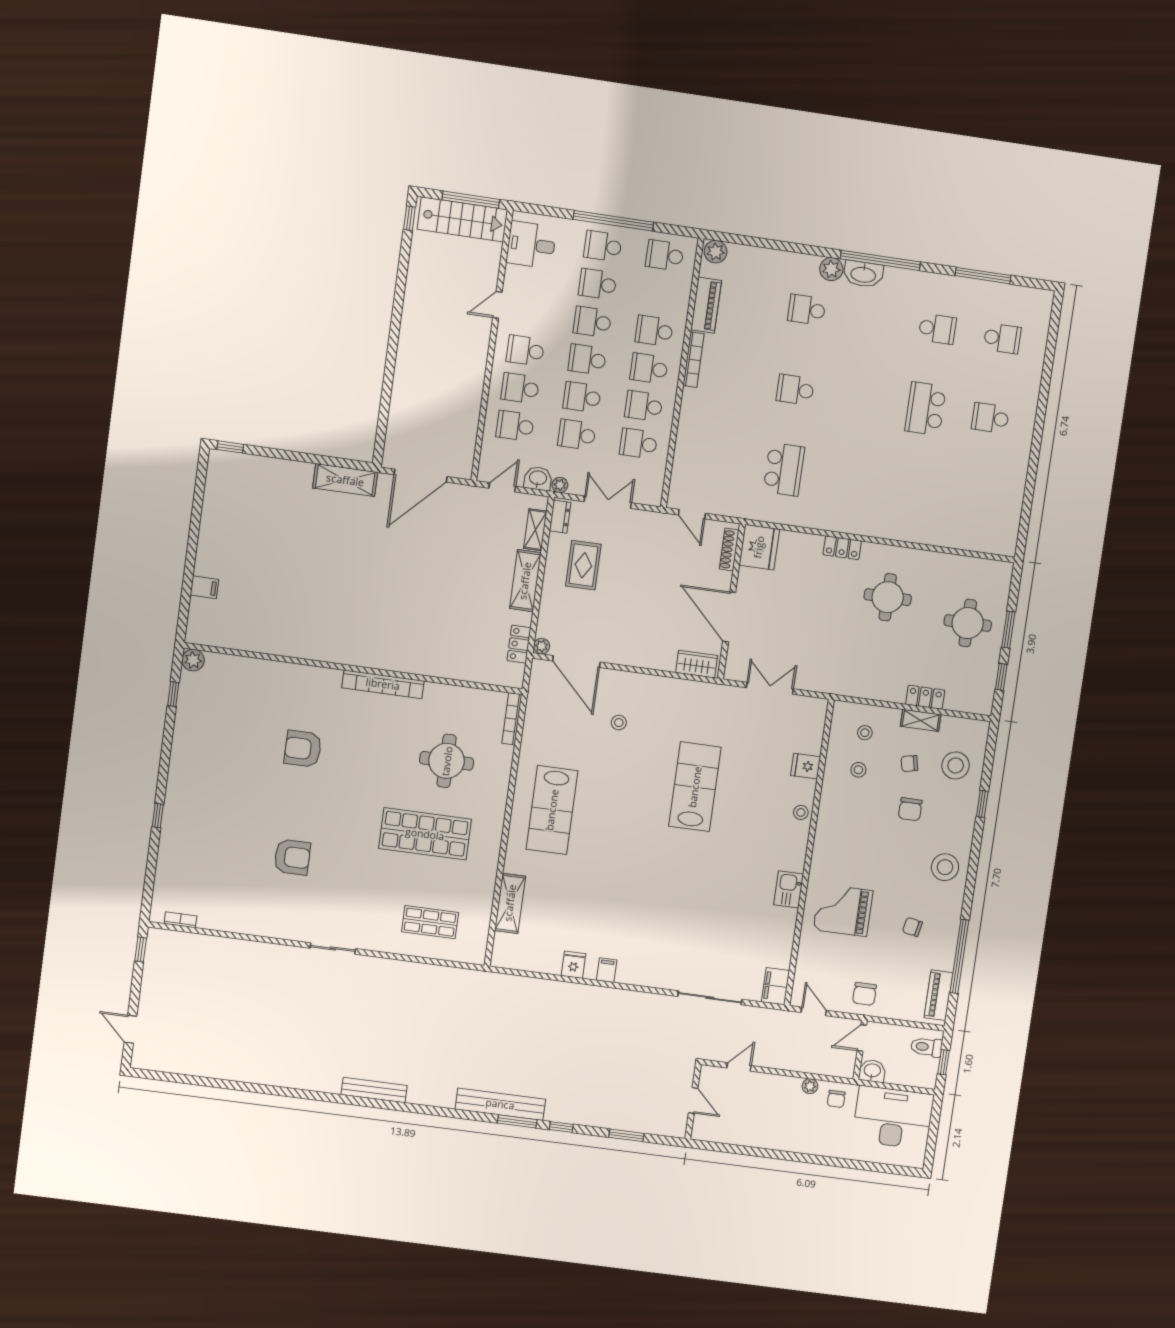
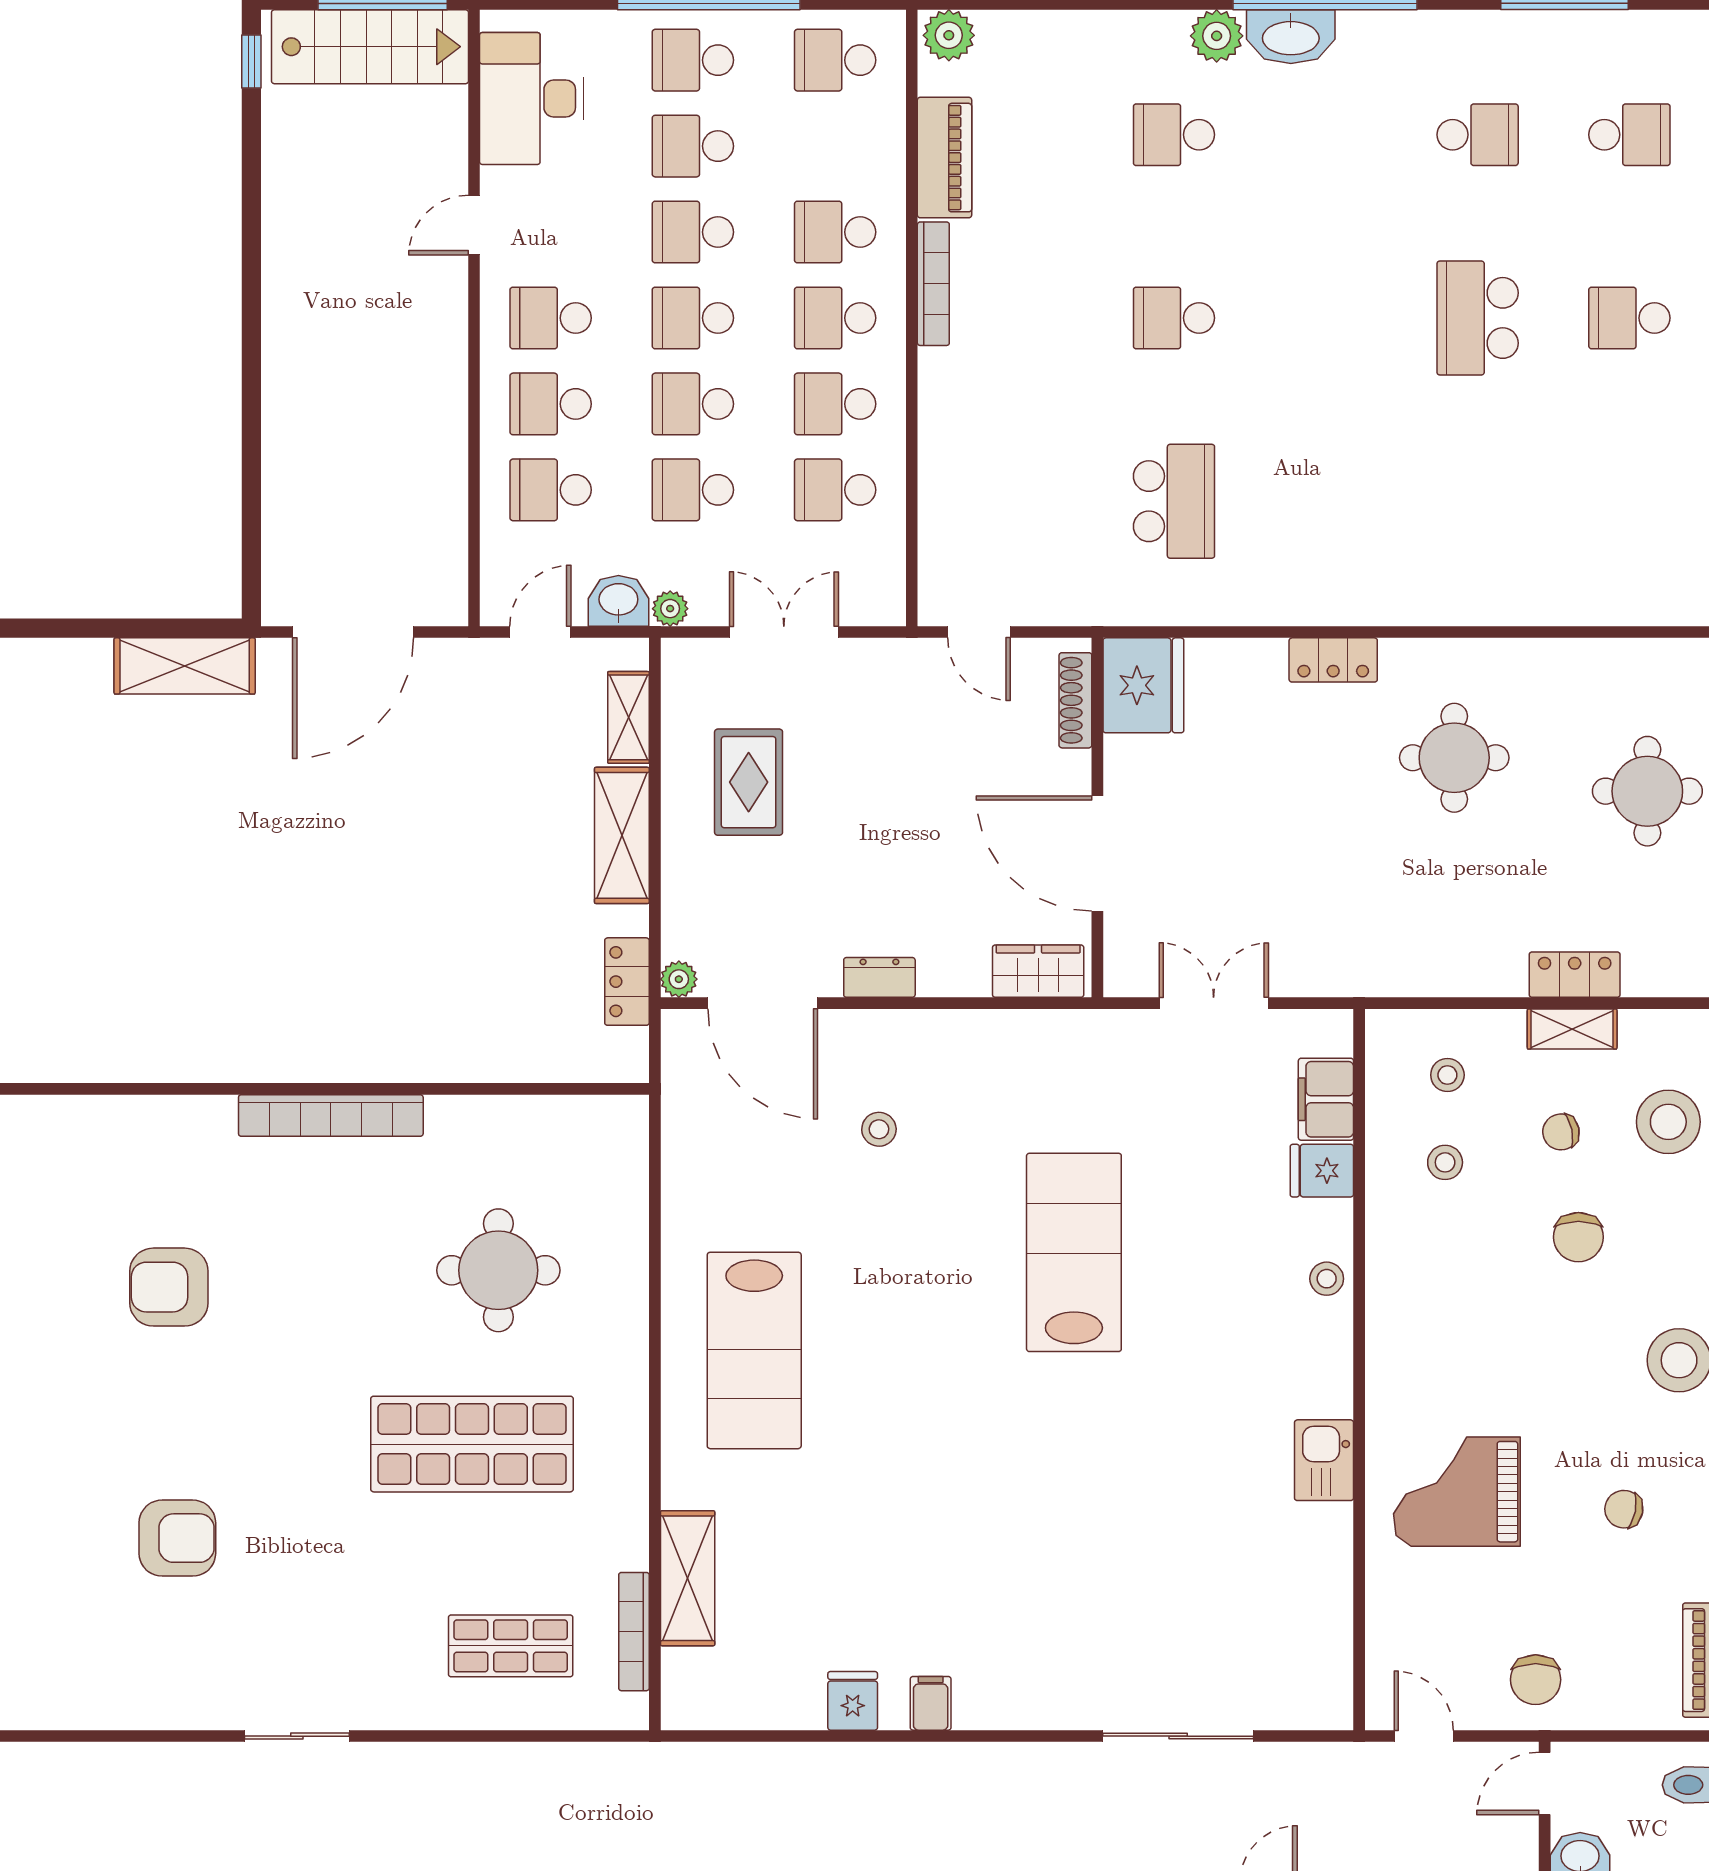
desk: (531, 245) -> (532, 98), width x1.37
dresser: (560, 517) -> (879, 977), moved, turned -90
bookcase: (512, 719) -> (634, 1632), moved
filing cabinet: (775, 986) -> (1326, 1099), moved

